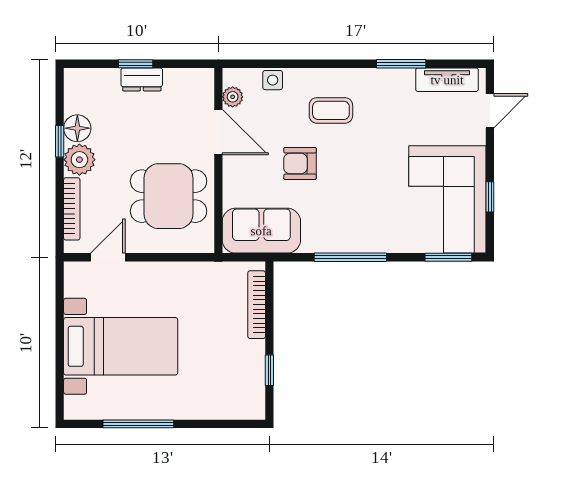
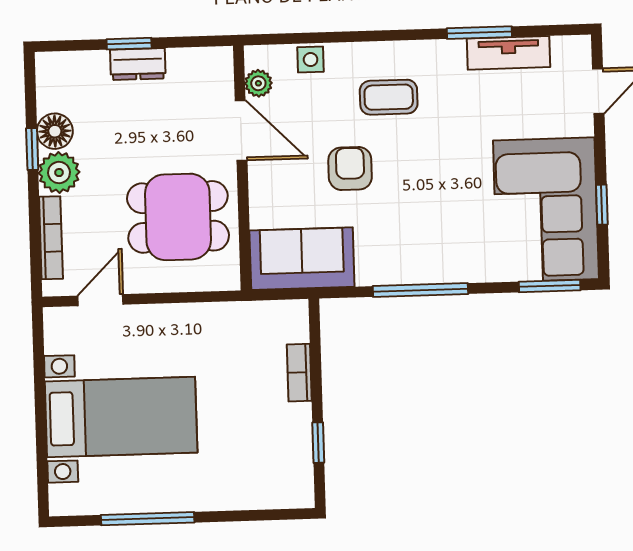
tv unit: (447, 80) -> (509, 53), moved
armchair: (300, 164) -> (350, 168), turned 90
bookcase: (257, 305) -> (299, 373), width x0.64

